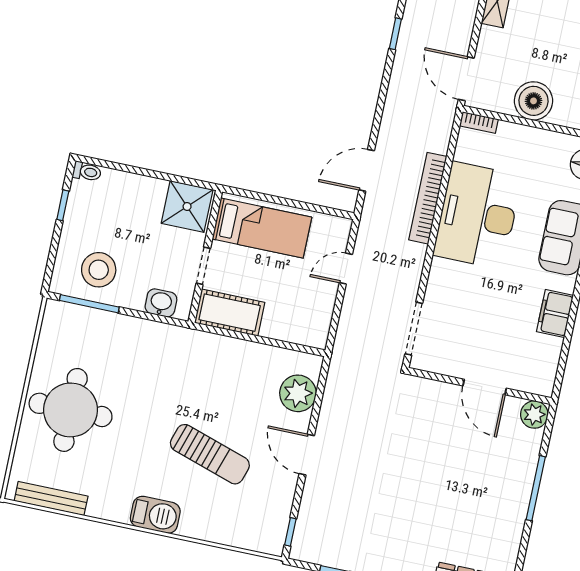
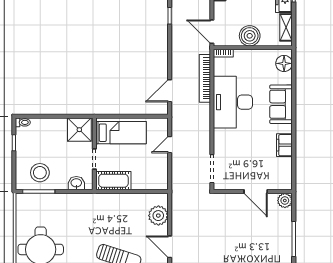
bookcase: (428, 198) -> (205, 78), moved

